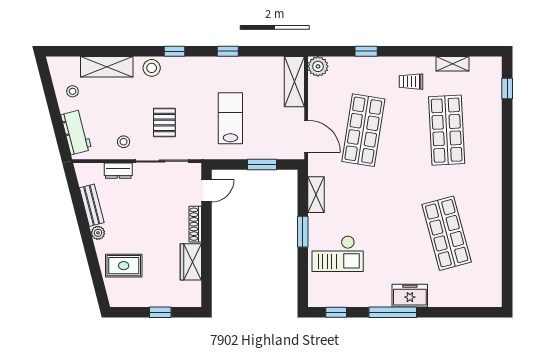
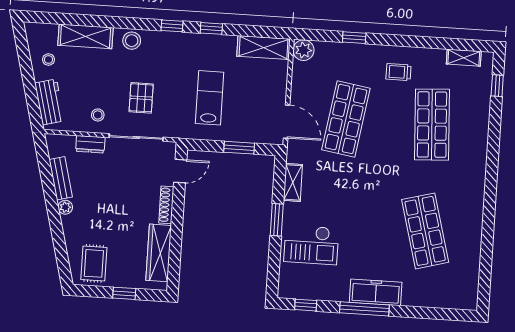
window: (175, 51) -> (172, 26), moved
shelving: (453, 64) -> (464, 58), moved
shelving: (294, 82) -> (263, 48), moved, turned 90
wardrobe: (191, 262) -> (159, 253), width x1.50
rug: (124, 266) -> (94, 263), moved, turned 90
freezer: (410, 296) -> (376, 292), width x1.40

